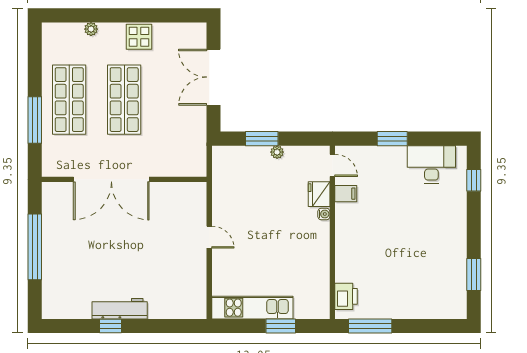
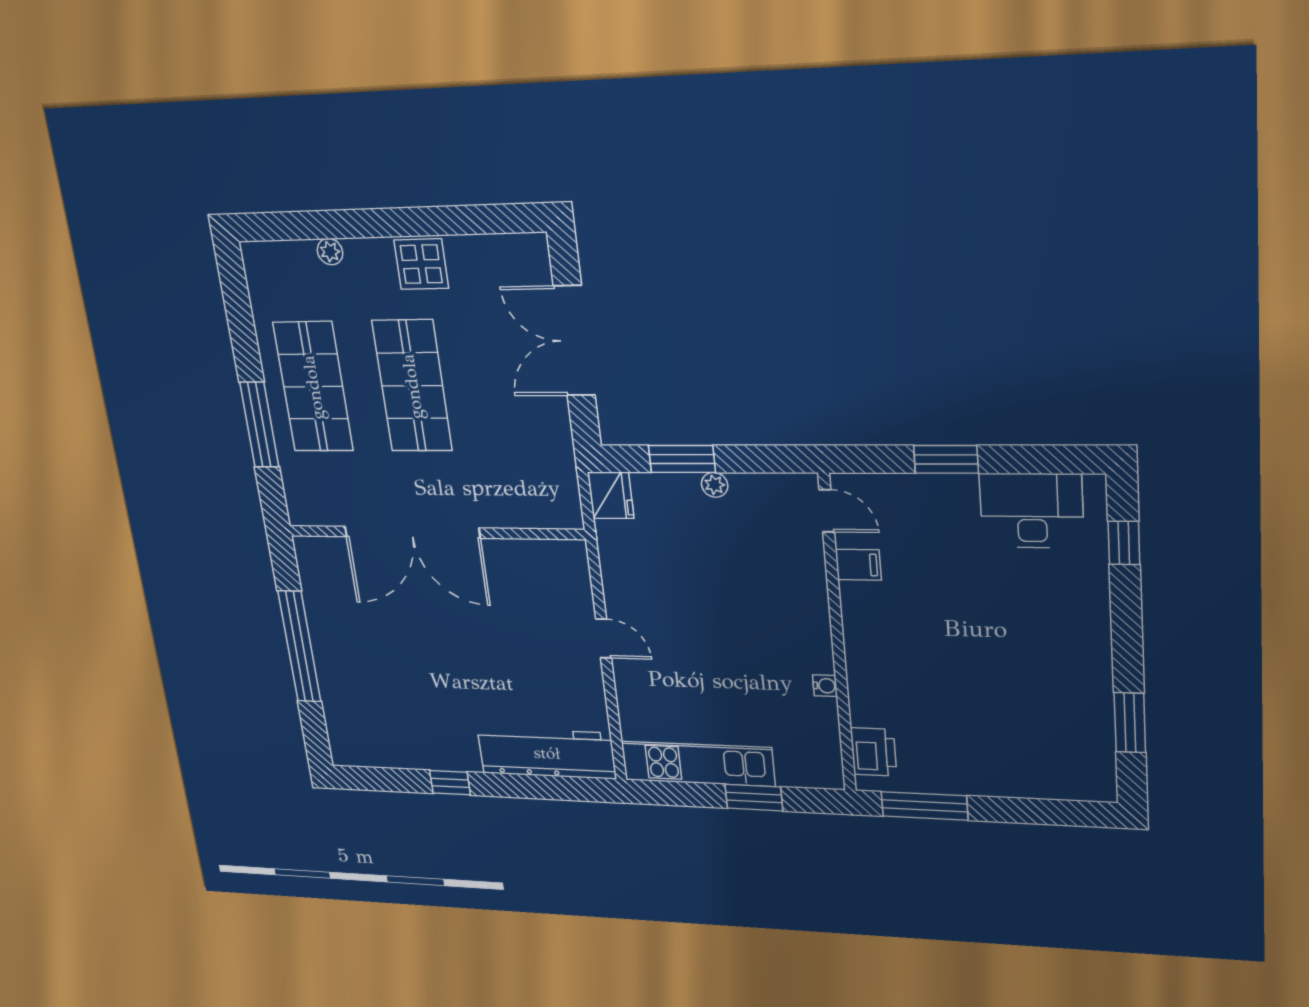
fridge: (319, 194) -> (611, 495), moved, turned 180
water cooler: (324, 214) -> (825, 686), moved
workbench: (120, 309) -> (547, 753), moved, width x1.36, depth x1.32

